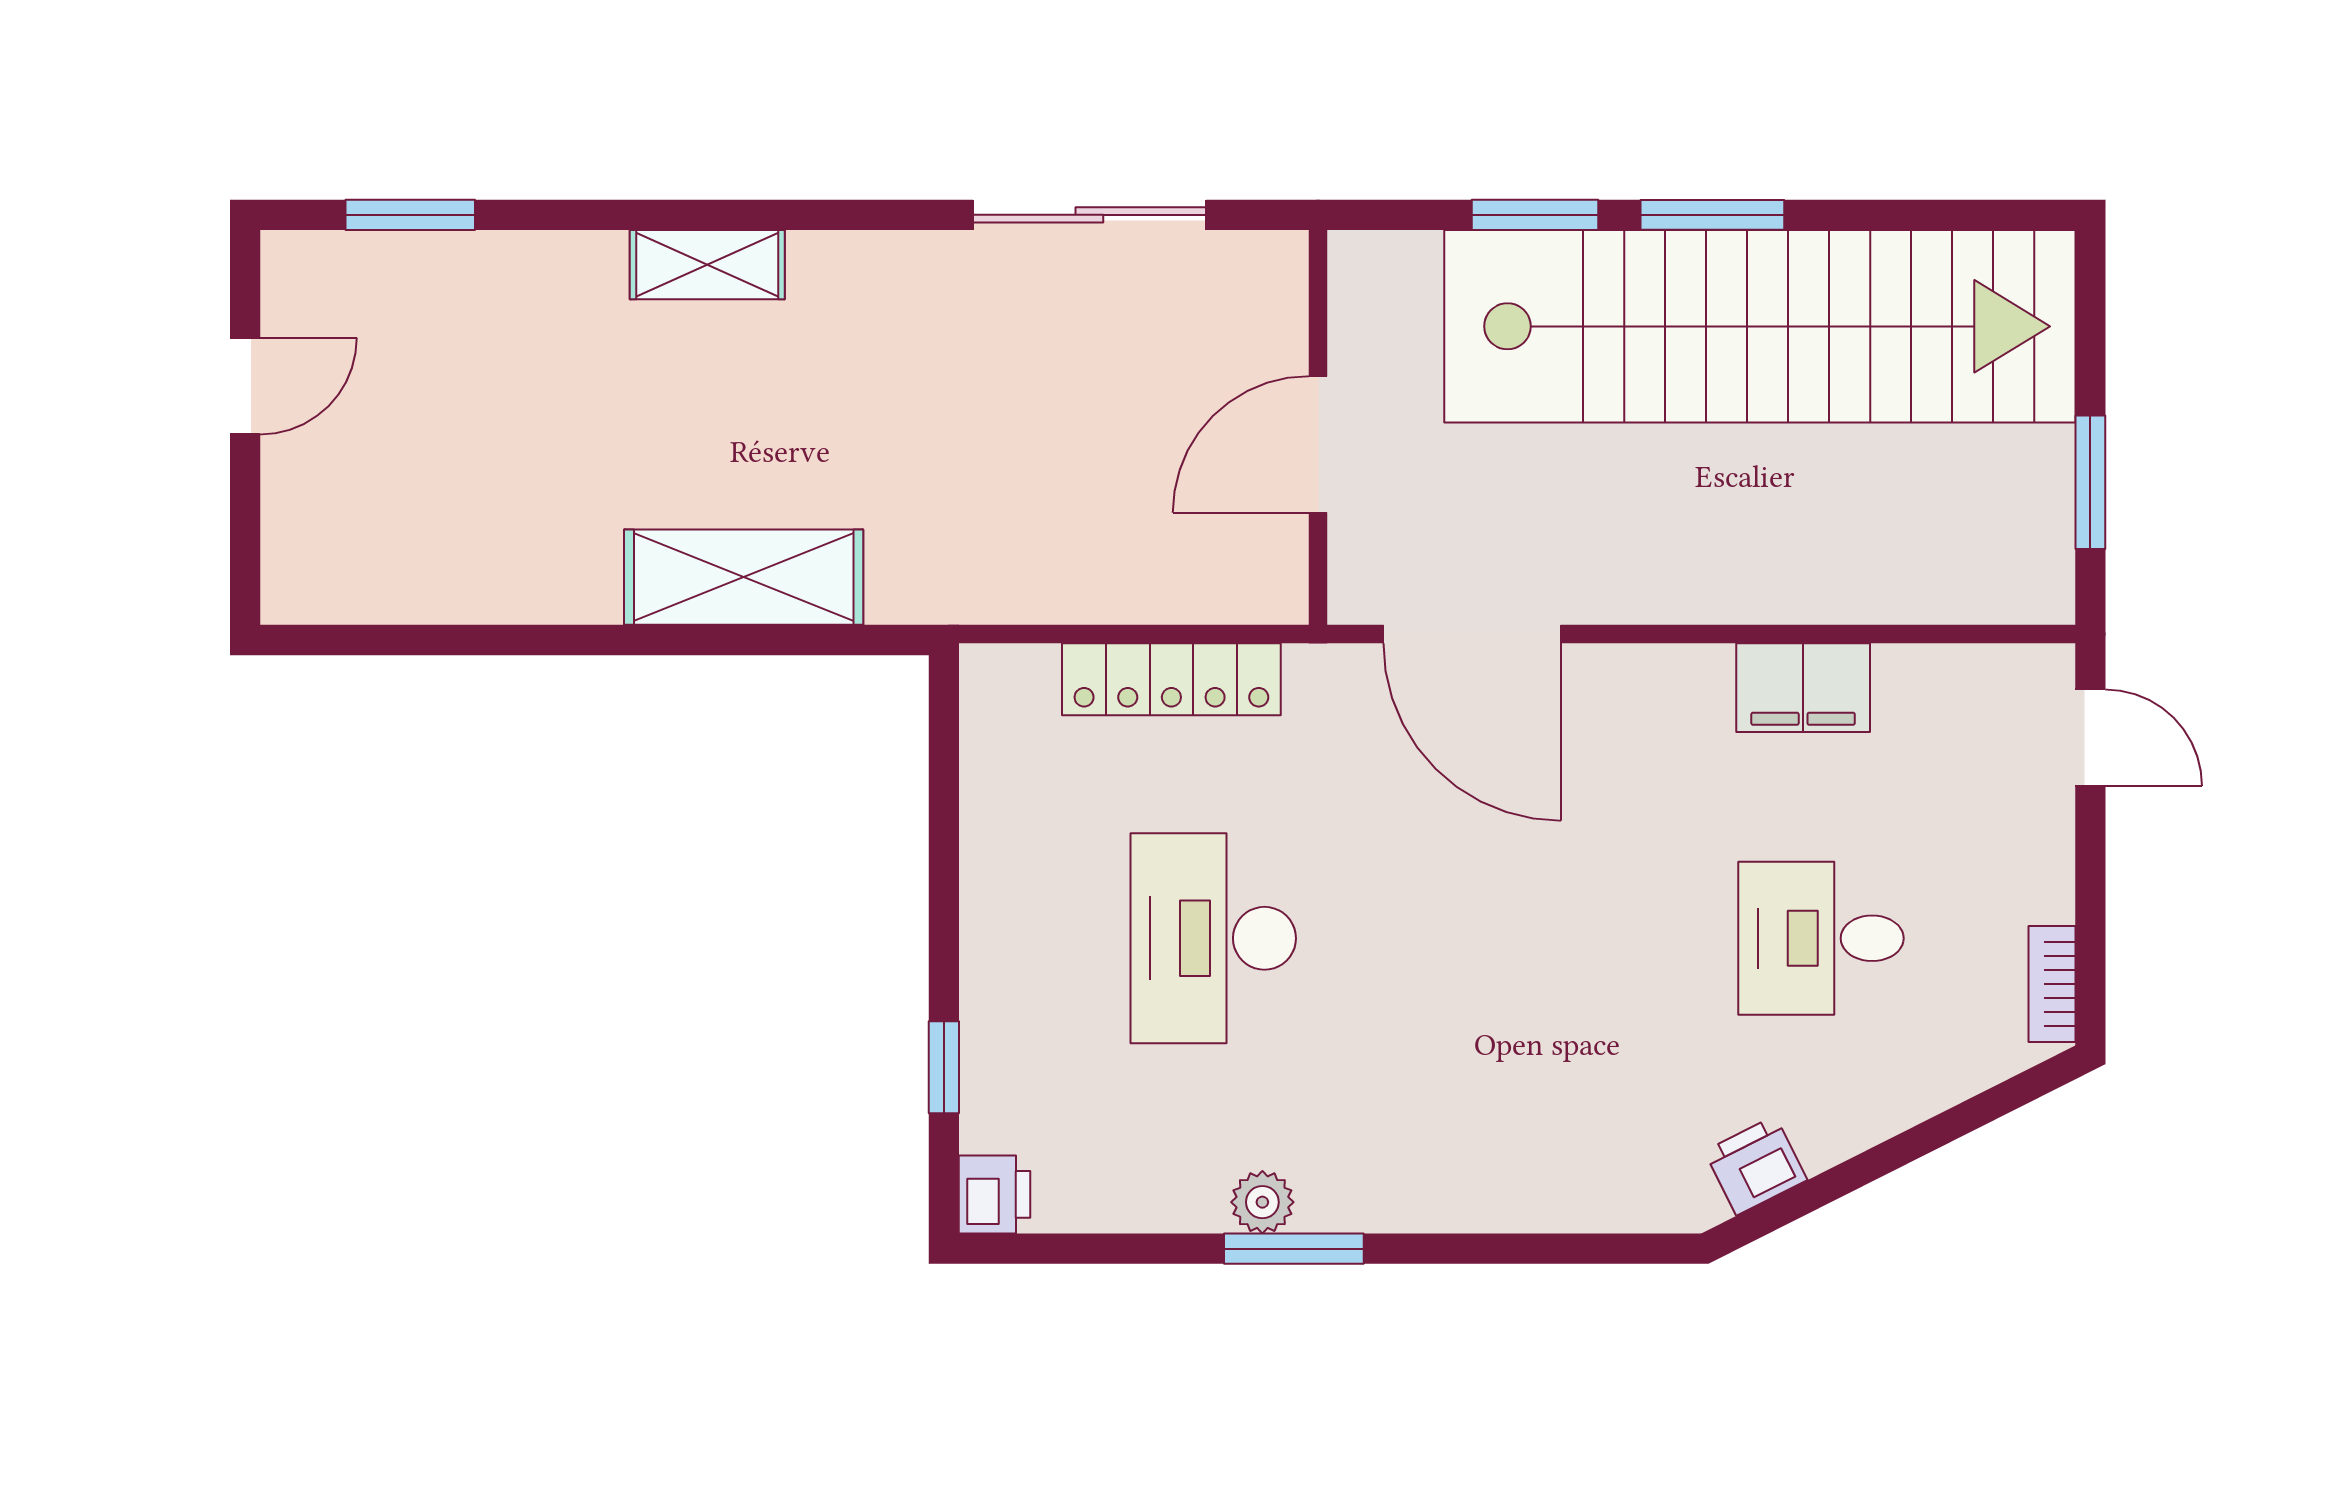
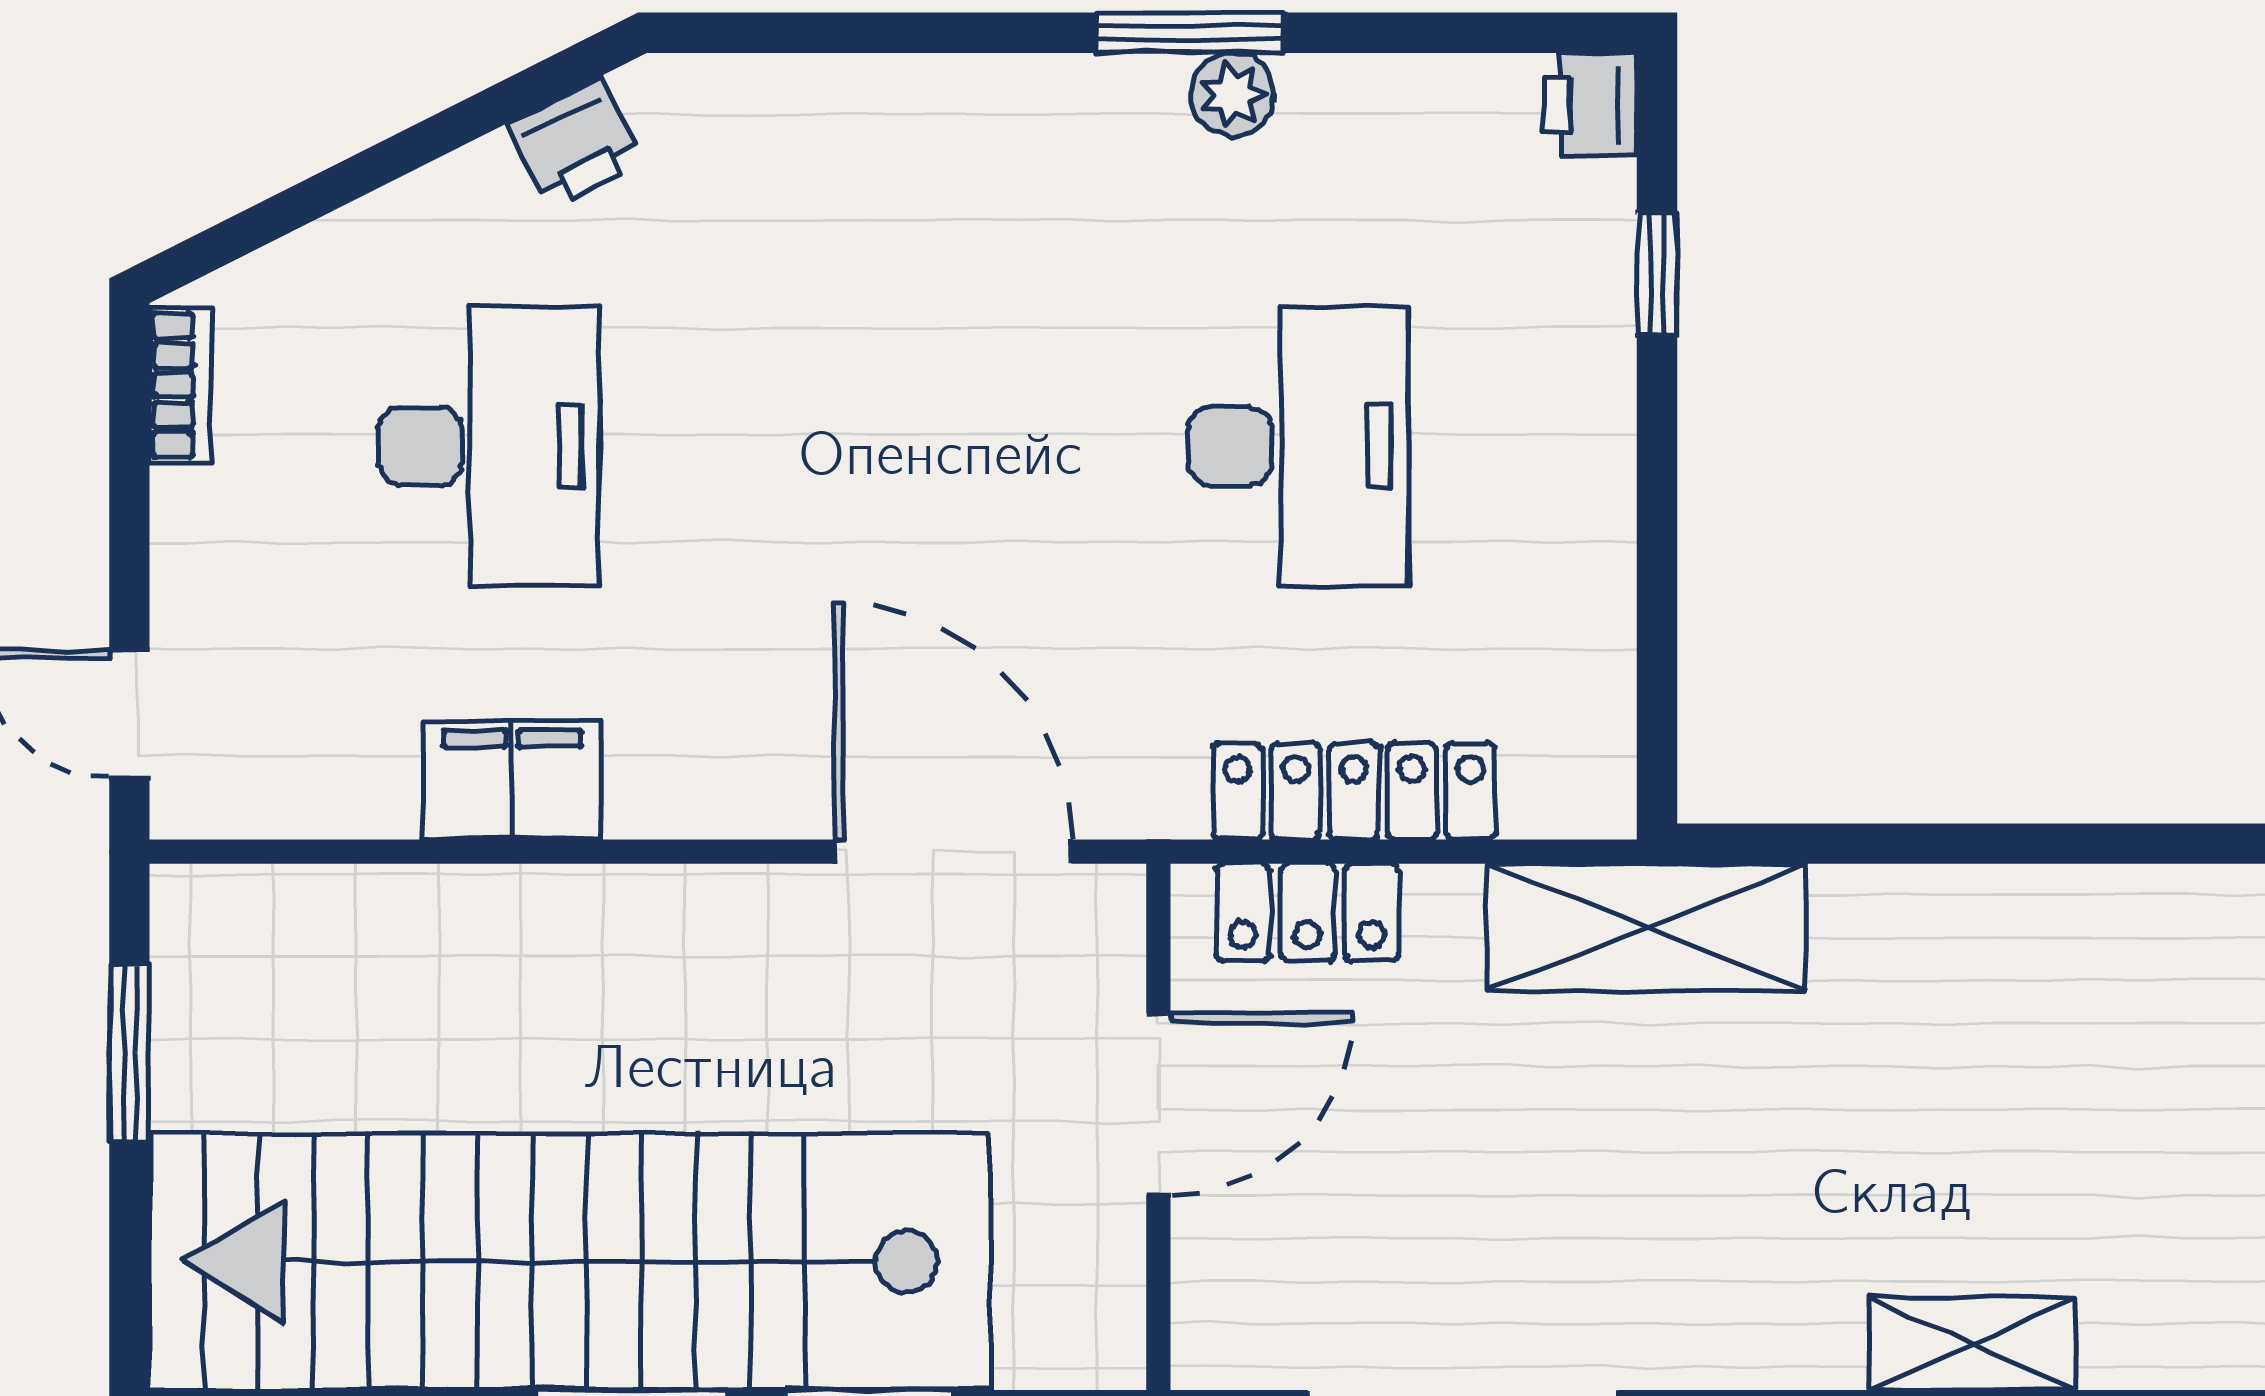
shelving: (744, 577) -> (1647, 927), moved
locker: (1206, 588) -> (1307, 912), added
desk: (1821, 938) -> (488, 446), width x1.37

